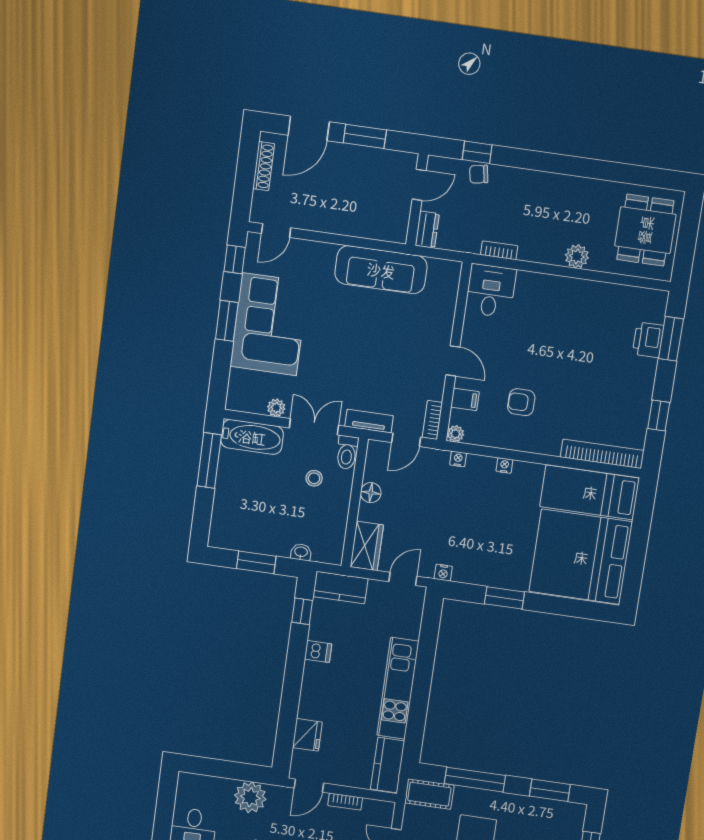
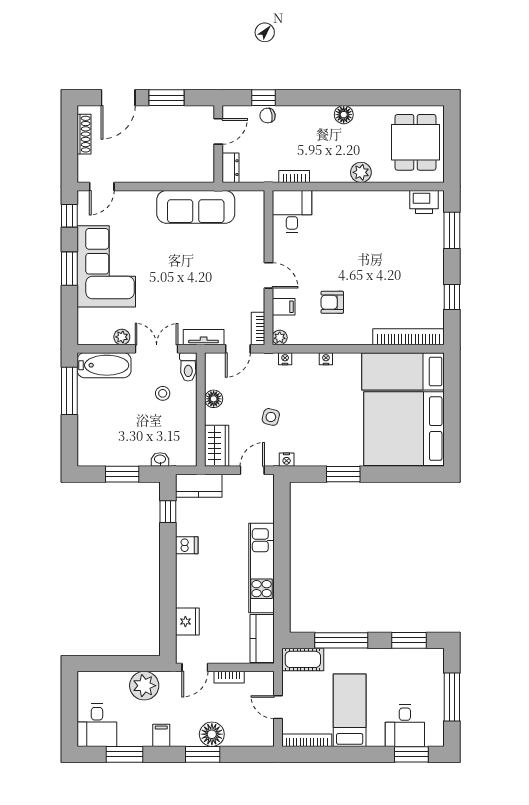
floor lamp: (567, 186) -> (344, 115), added
printer: (648, 340) -> (424, 202), moved, turned -90
side table: (432, 522) -> (271, 417), added

